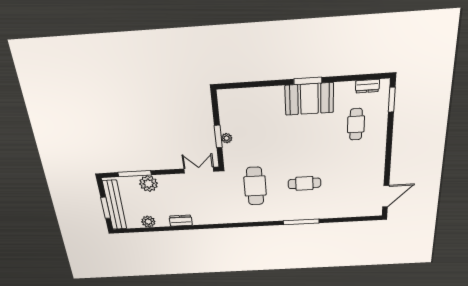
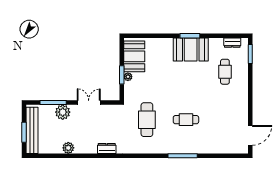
booth: (233, 113) -> (134, 56), added
double door: (199, 170) -> (89, 103), moved
dresser: (181, 221) -> (107, 148), moved
plant: (148, 222) -> (68, 148), moved

